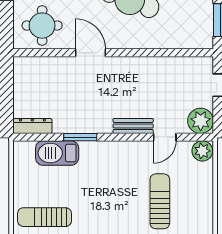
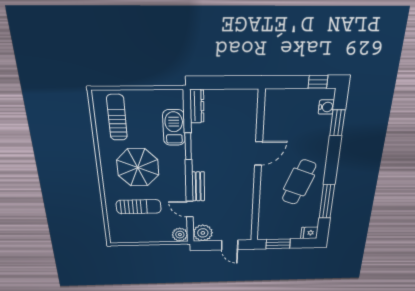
round table: (42, 26) -> (284, 114), removed
parasol: (106, 198) -> (138, 167), added

